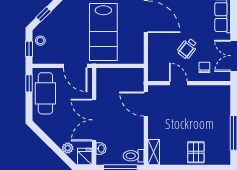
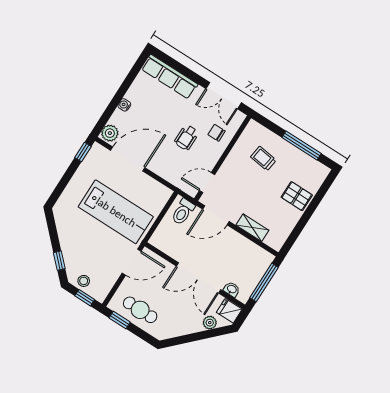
wheelchair: (187, 48) -> (186, 137), turned 52
door: (178, 83) -> (207, 183), moved
cafe table: (45, 93) -> (140, 310), width x0.73, depth x0.74
trolley: (207, 112) -> (263, 159), added
shelving: (154, 152) -> (252, 228), moved
toilet: (134, 156) -> (183, 212), moved

